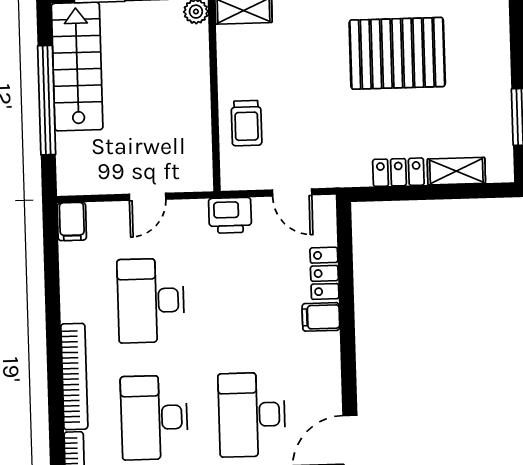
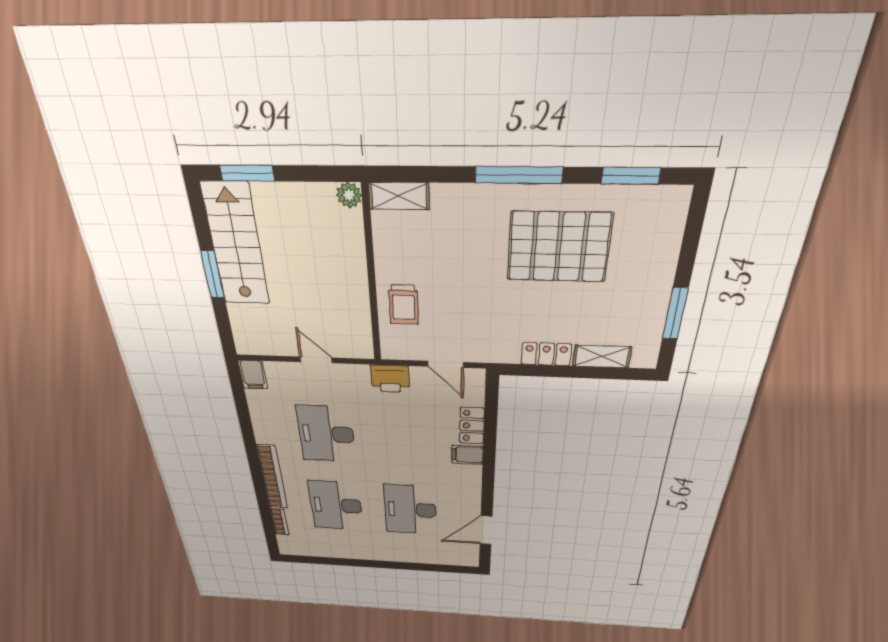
window: (47, 100) -> (213, 274), width x0.47
door: (148, 197) -> (316, 360), swing flipped

